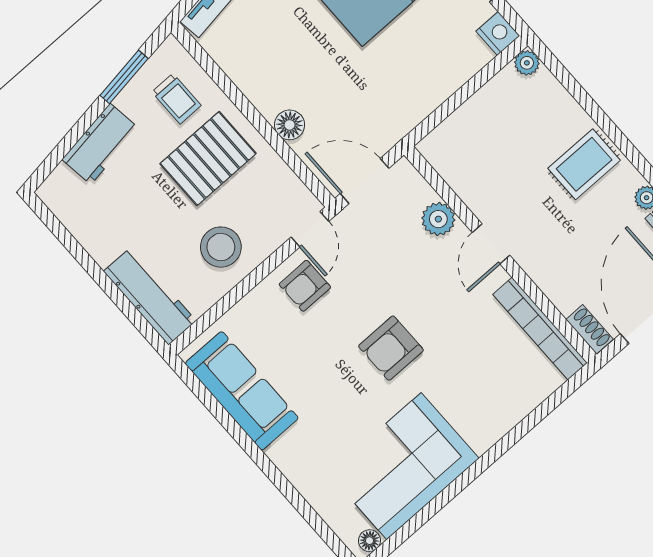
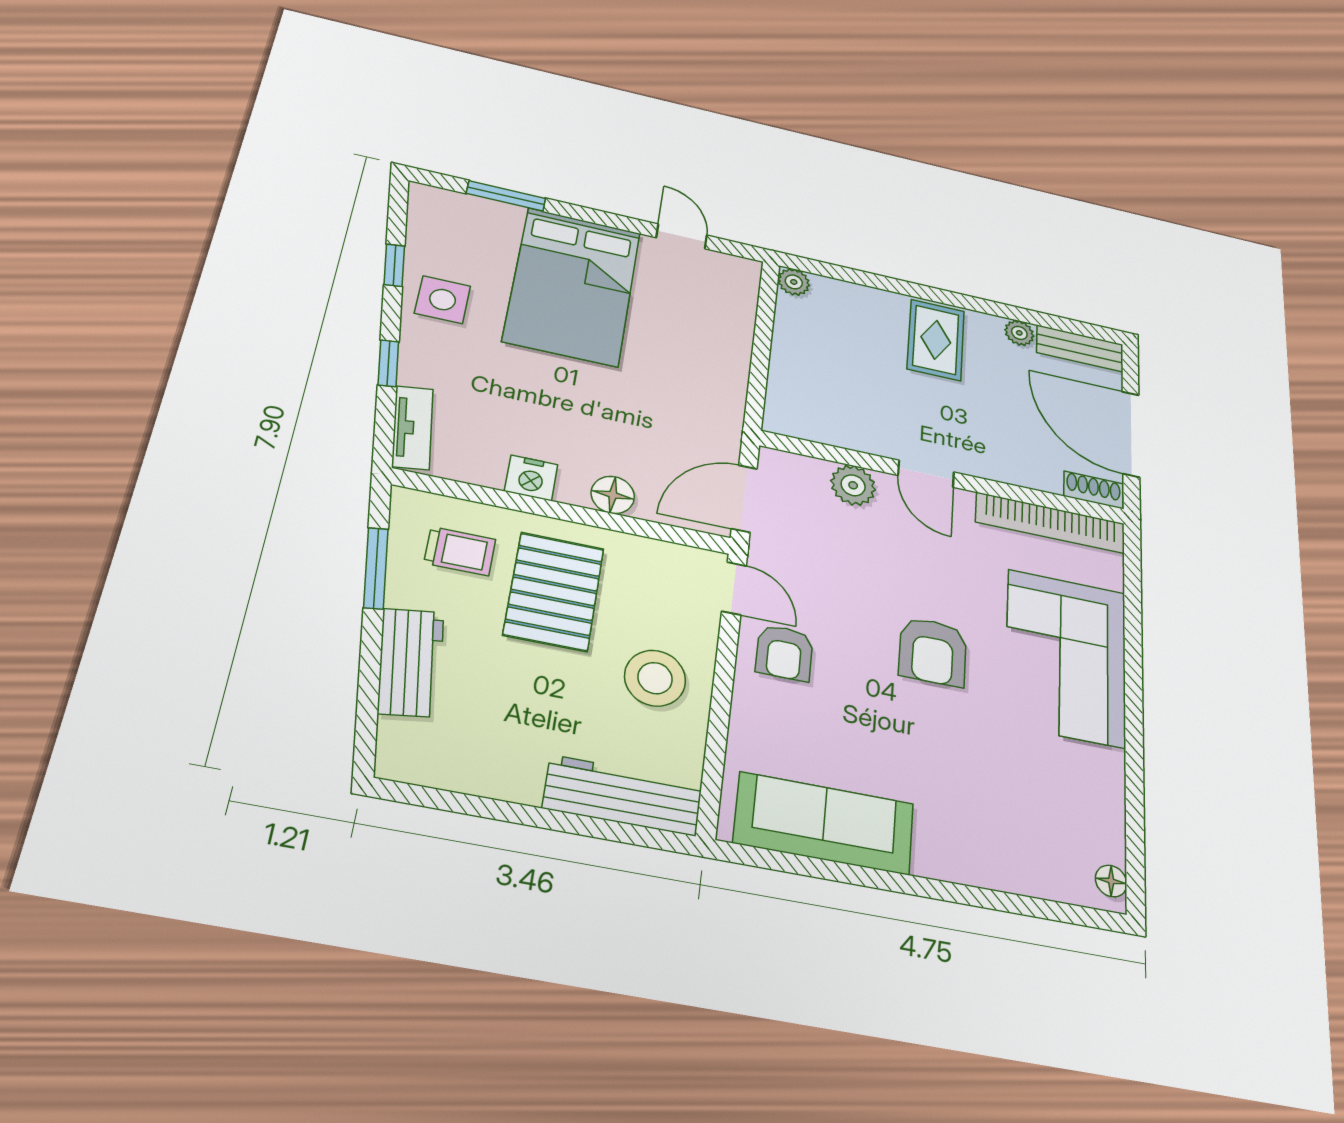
nightstand: (498, 34) -> (531, 478), moved, turned 180
corner sofa: (404, 466) -> (1066, 657), moved

